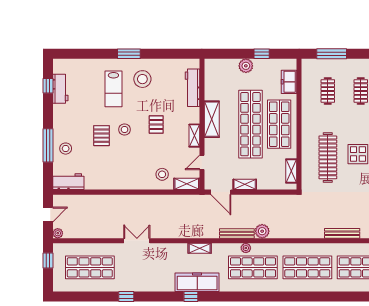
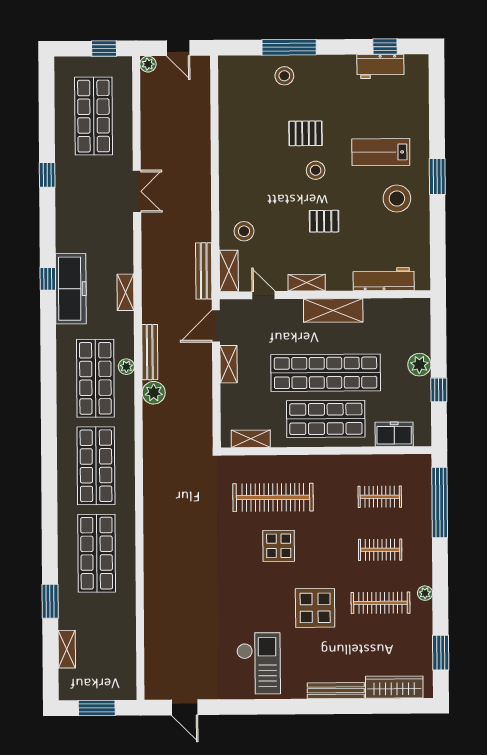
window: (332, 54) -> (440, 503), width x1.46
workbench: (68, 182) -> (231, 80), removed
bench: (342, 233) -> (204, 271), moved

